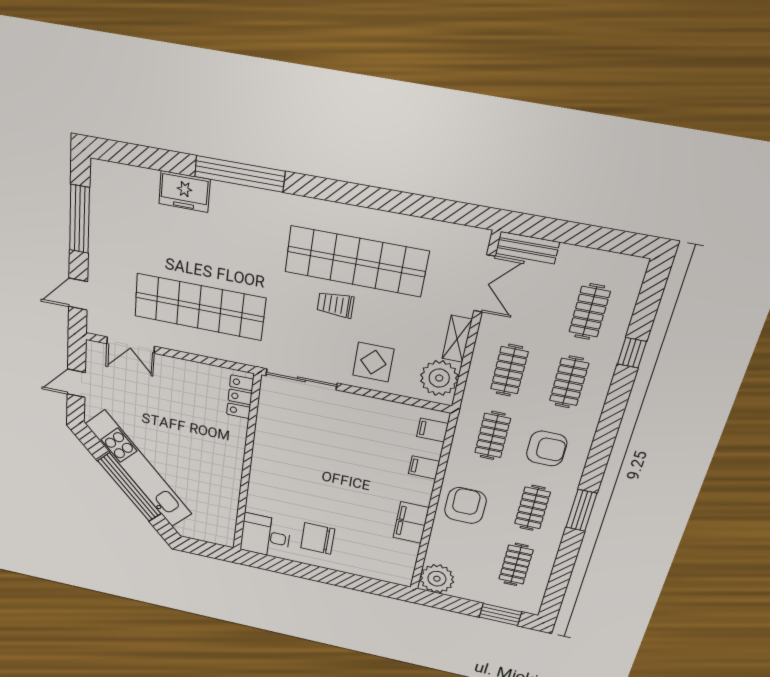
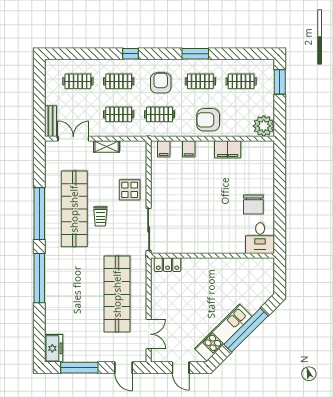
freezer: (184, 191) -> (54, 348), moved
window: (358, 195) -> (39, 214), added
window: (632, 353) -> (130, 54), moved
plant: (439, 378) -> (131, 151), removed
kitchen unit: (139, 469) -> (223, 333), width x0.73

